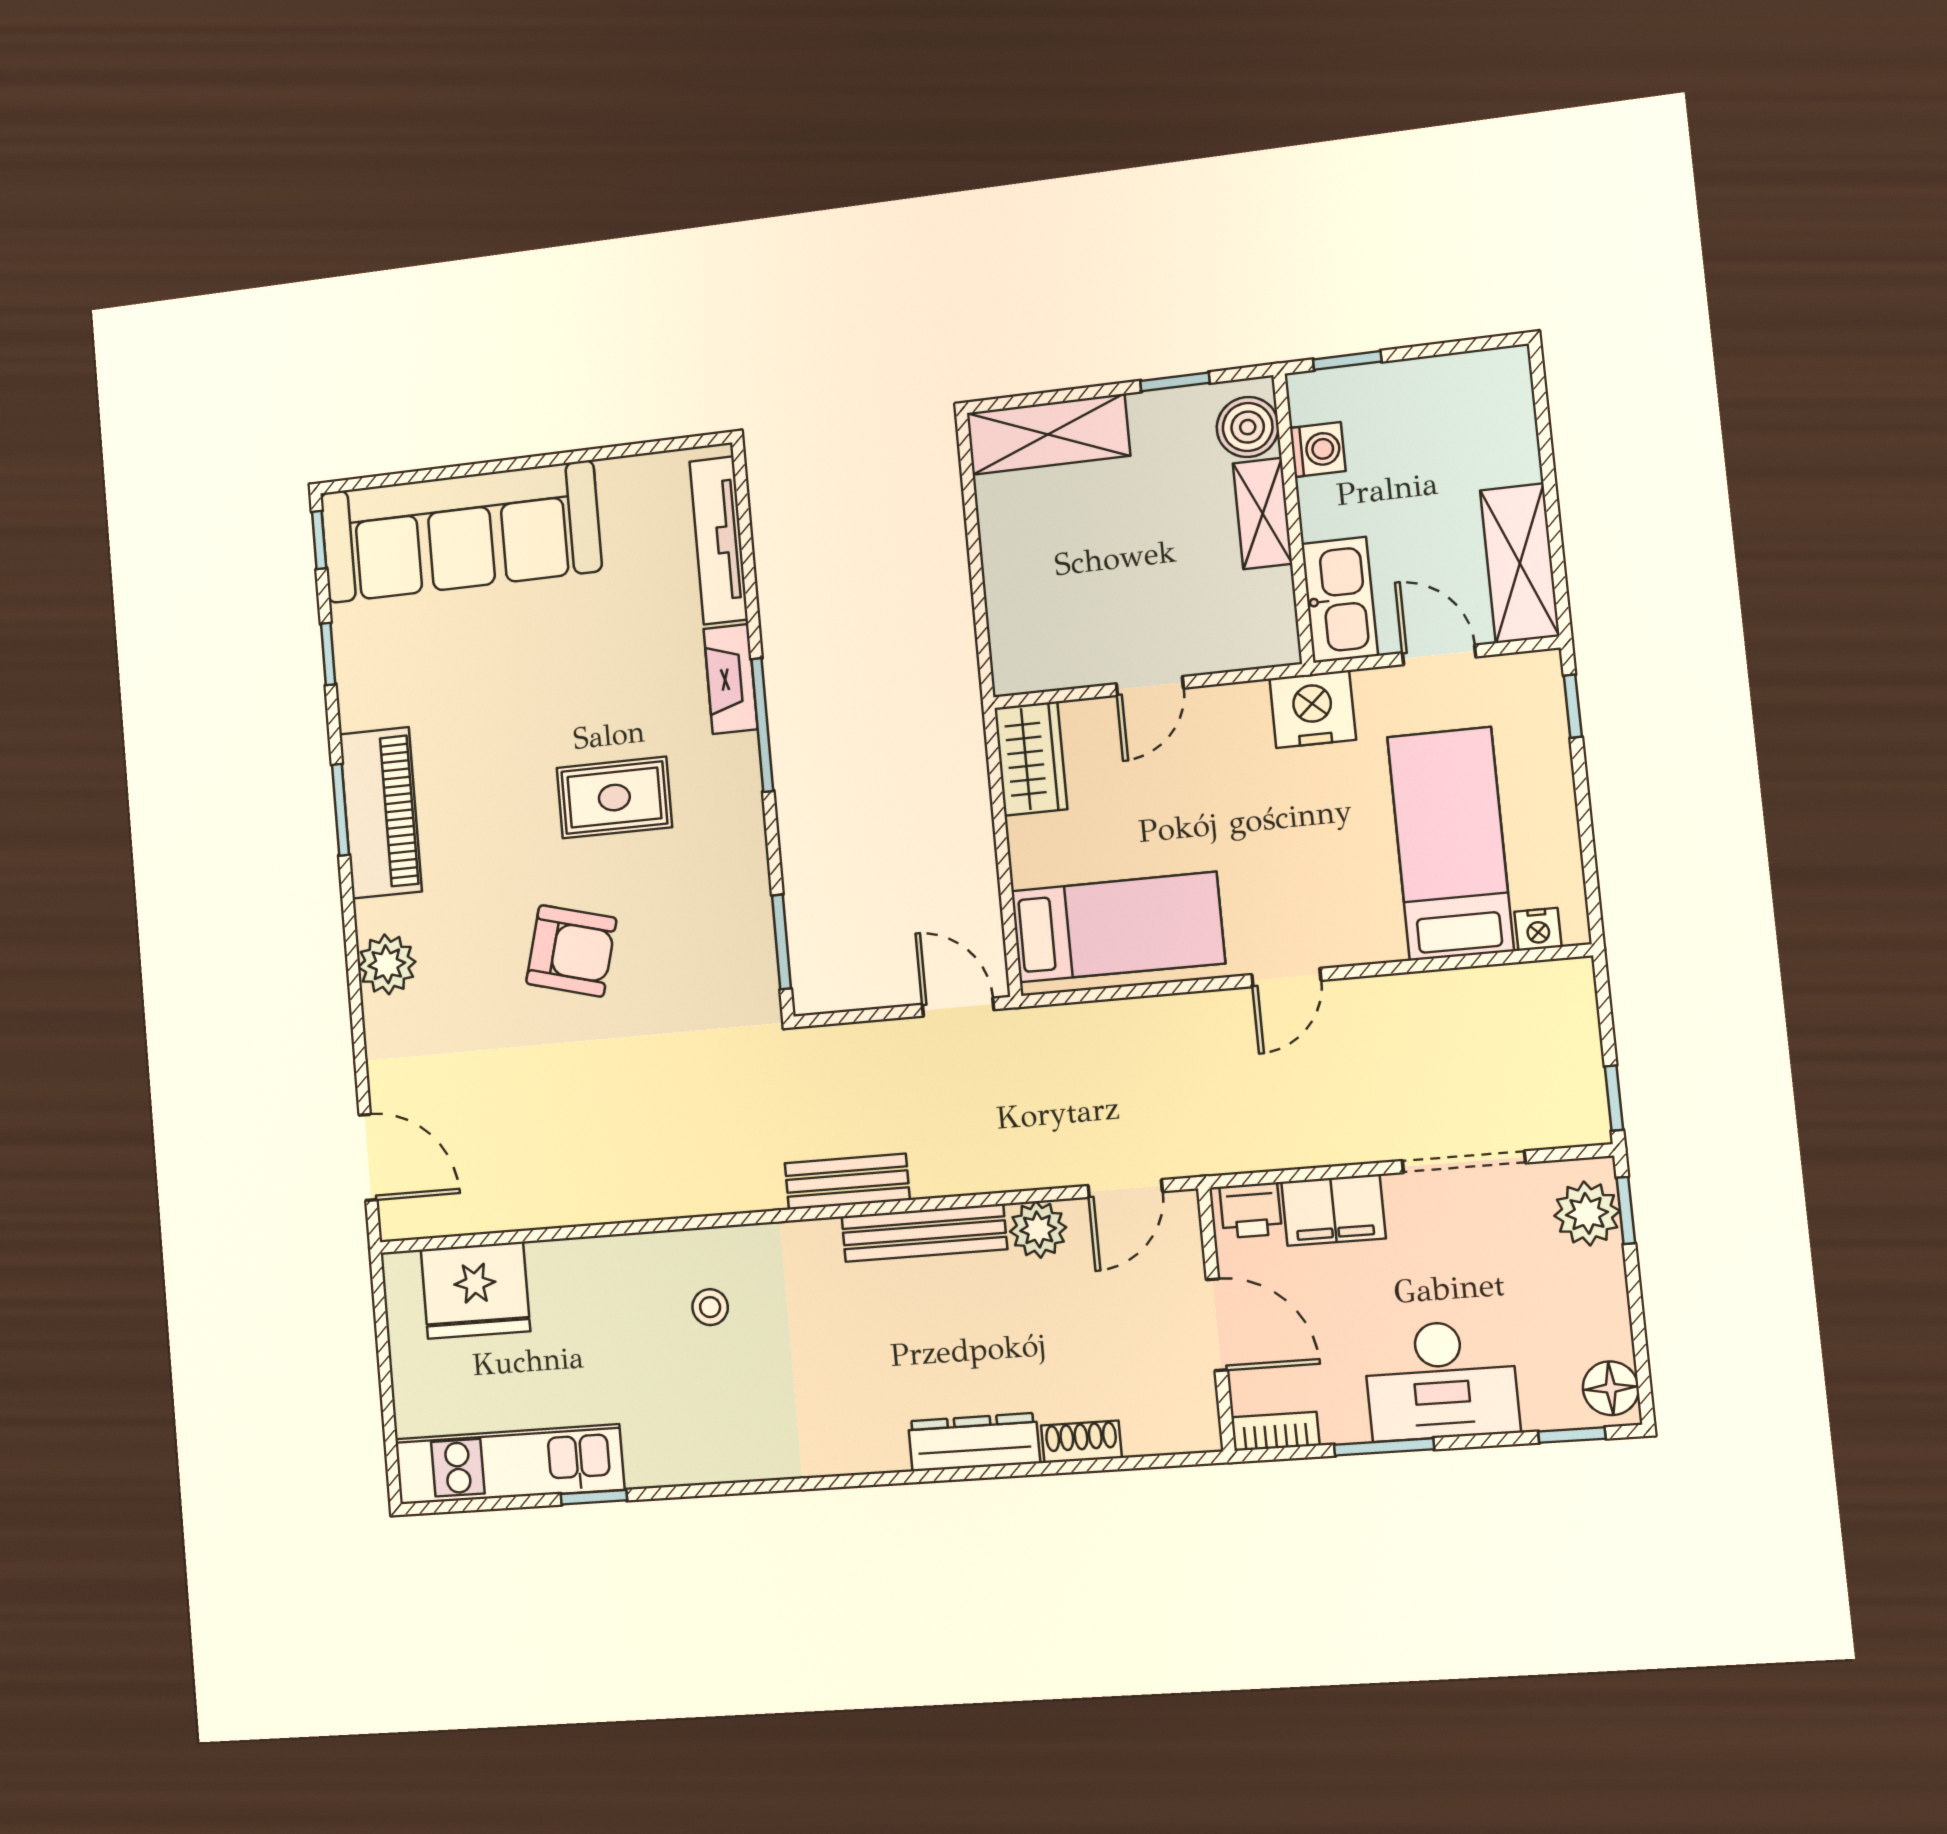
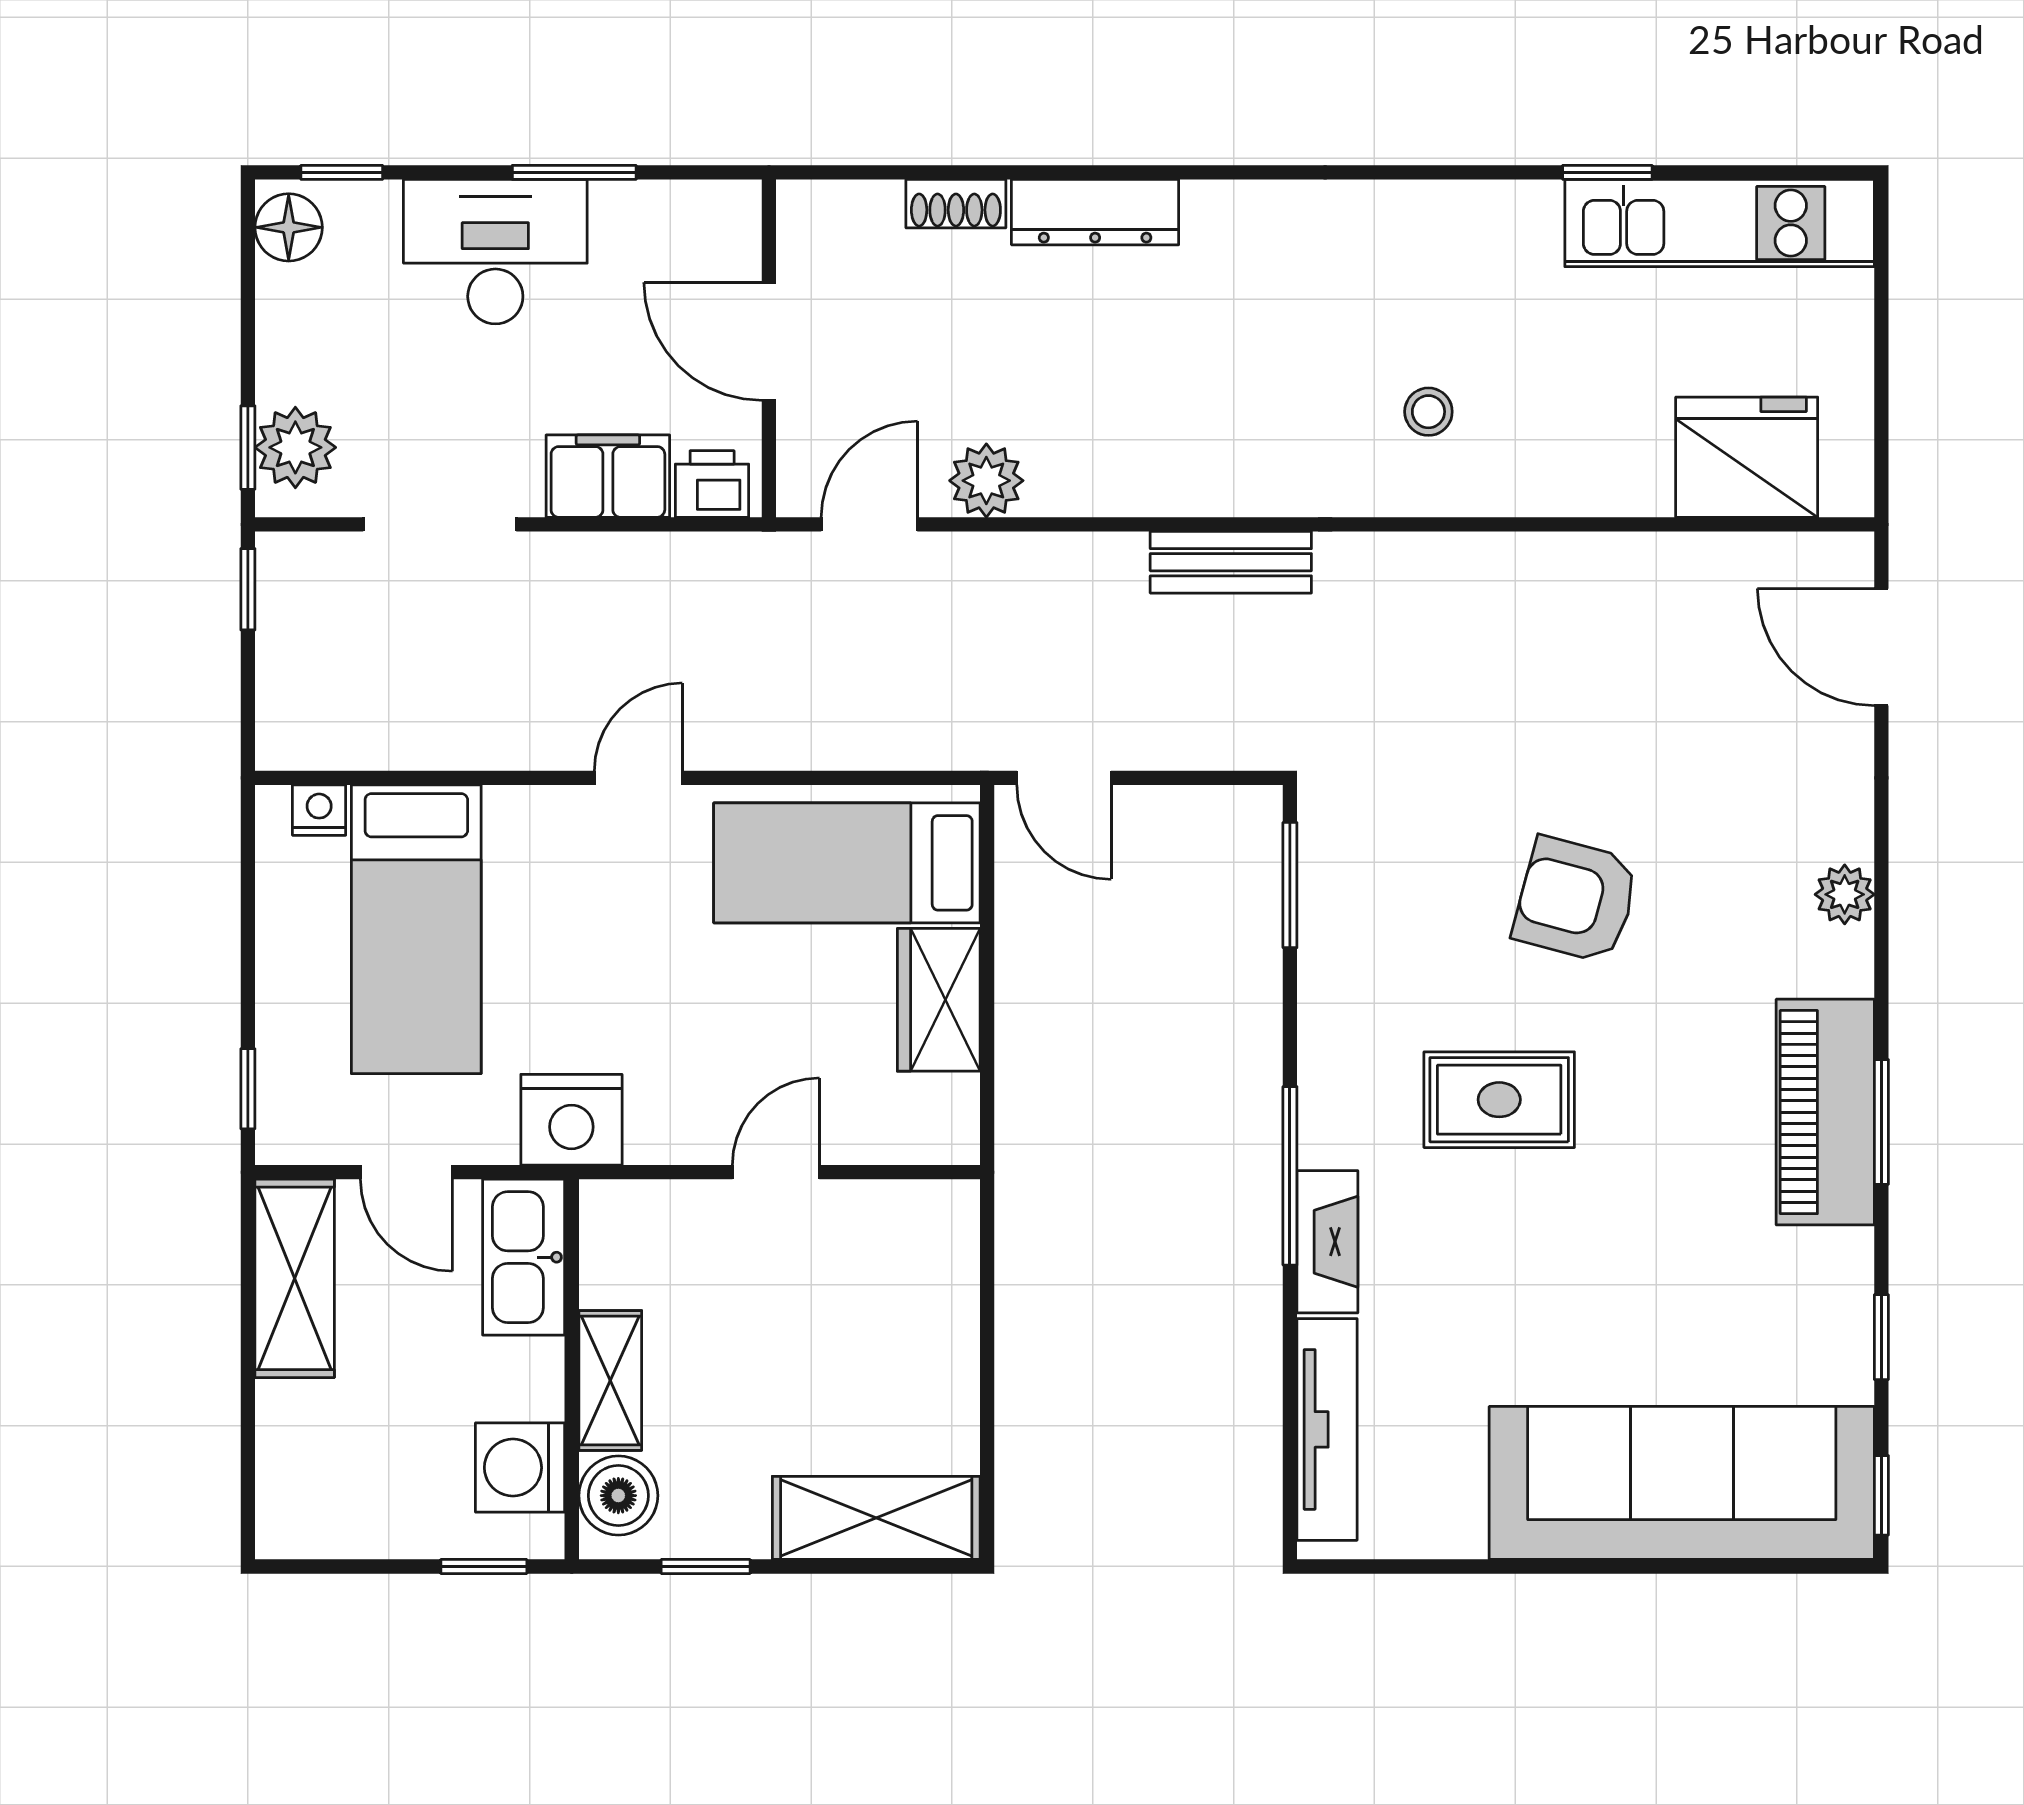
washing machine: (1318, 449) -> (520, 1468), width x1.38, depth x1.38
wardrobe: (1031, 759) -> (939, 1000), moved
plant: (387, 964) -> (1845, 894), width x0.73, depth x0.73
bench: (924, 1233) -> (1135, 488), removed
bookcase: (1275, 1431) -> (708, 201), removed

